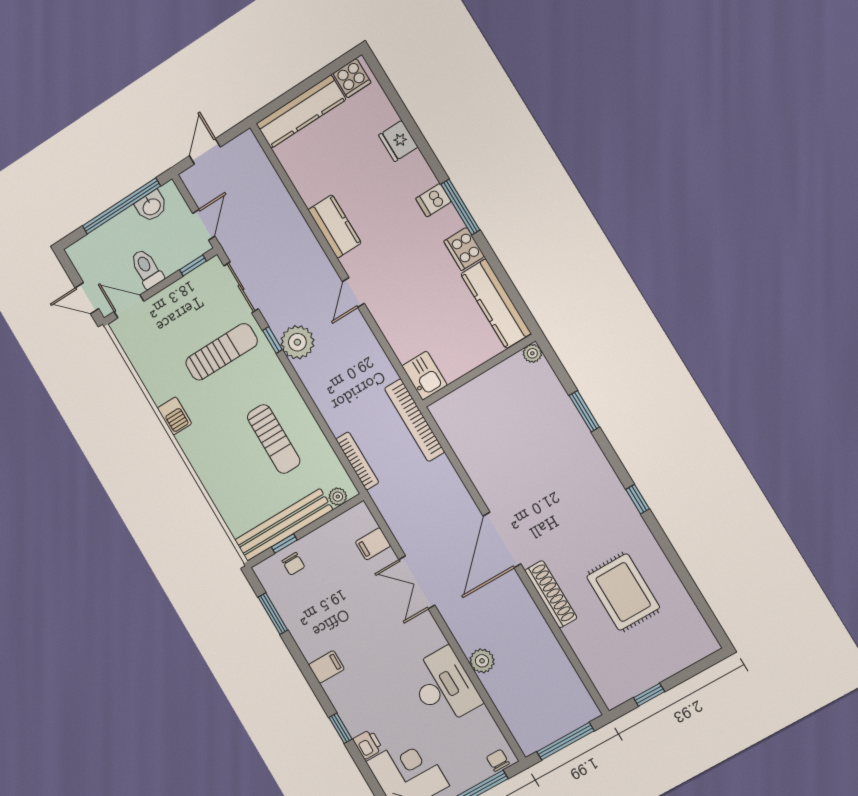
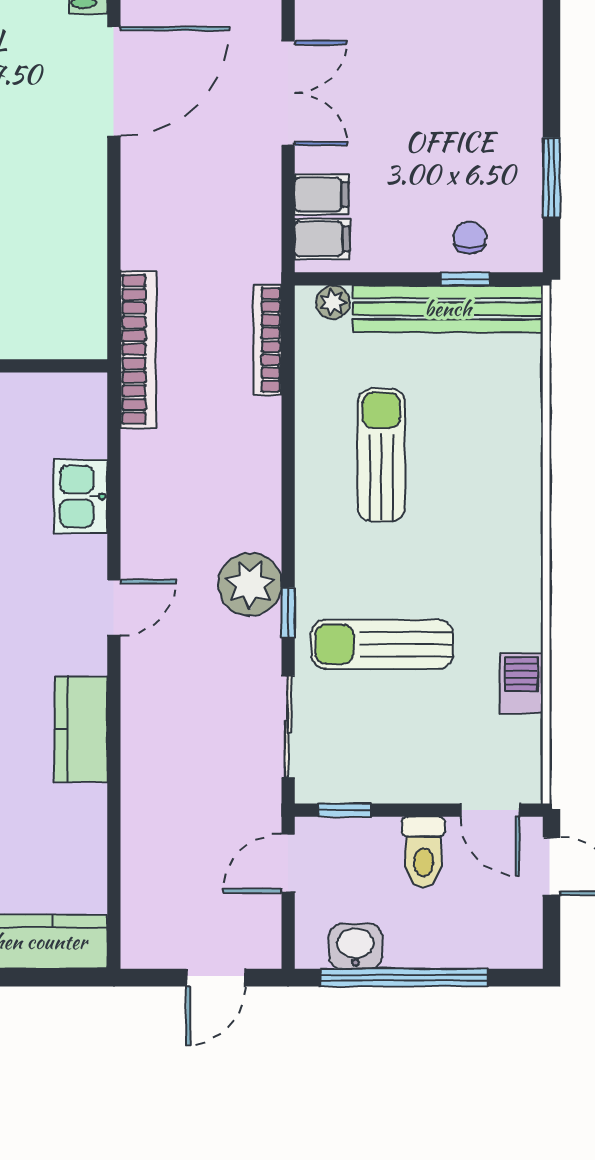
kitchen sink: (425, 376) -> (80, 496), moved
barbecue: (174, 416) -> (521, 683), moved
filing cabinet: (326, 667) -> (322, 239), moved, turned 180

